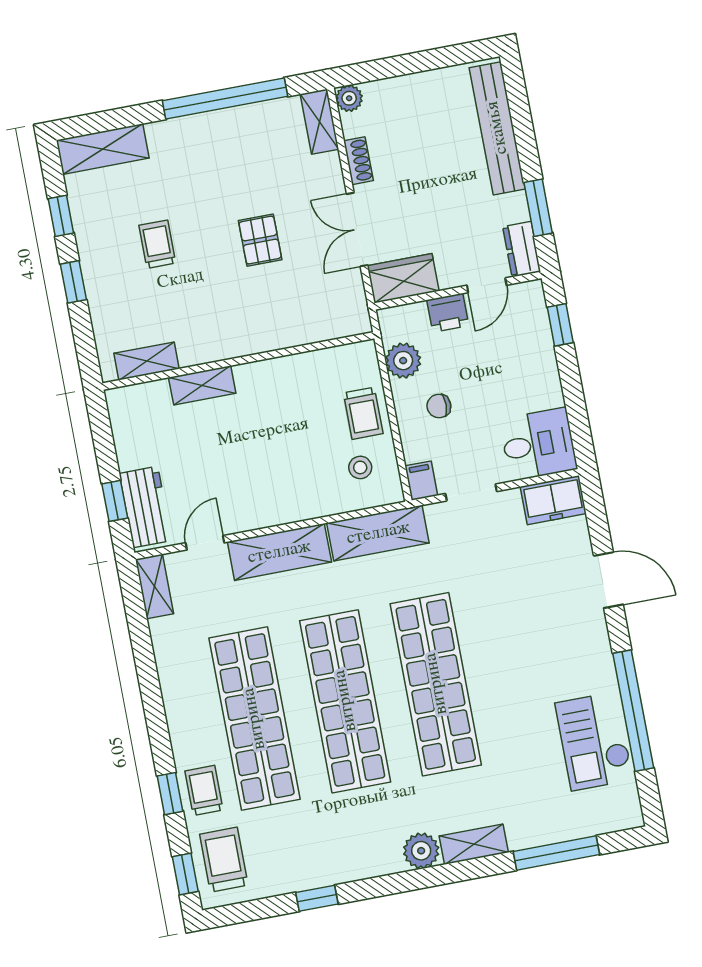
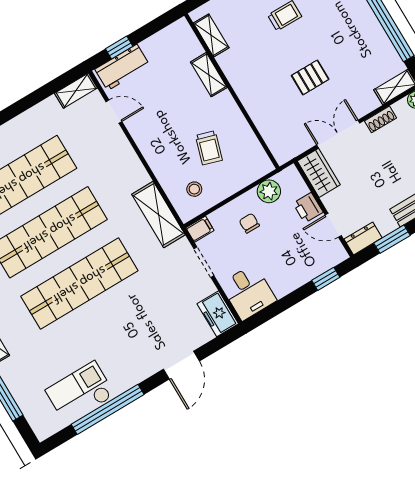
trolley: (363, 413) -> (209, 148), moved, turned -73
shelving: (279, 552) -> (125, 159), removed

